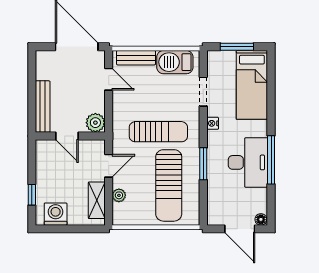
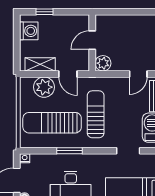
bench: (43, 107) -> (116, 20), removed
nightstand: (213, 123) -> (25, 158), moved
sun lounger: (158, 132) -> (96, 114), turned 180
plant: (119, 195) -> (44, 87), width x1.87, depth x1.87

